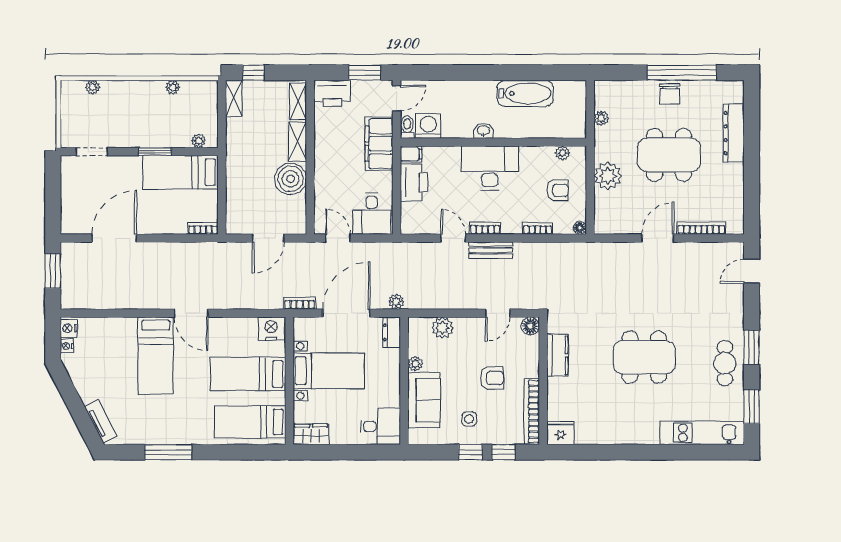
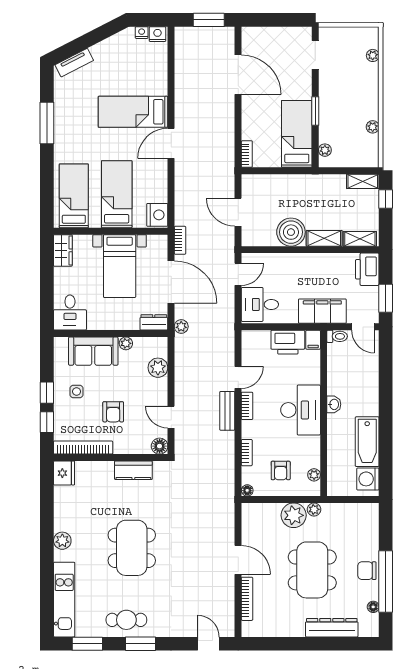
floor lamp: (710, 87) -> (373, 607), added
plant: (601, 118) -> (314, 509), moved
washing machine: (428, 126) -> (368, 479), moved, turned 180
plant: (636, 435) -> (62, 541), added

